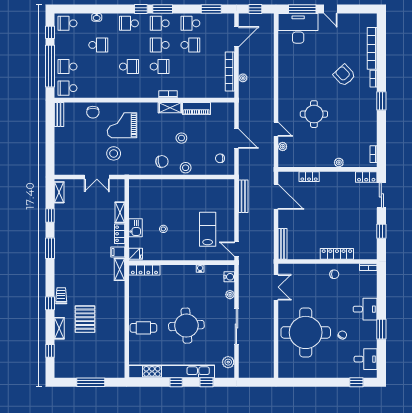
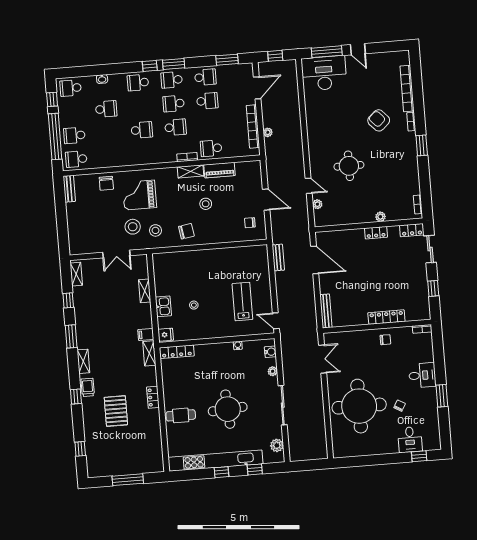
school desk: (190, 23) -> (205, 77), turned 180
school desk: (190, 88) -> (211, 148), added
stool: (186, 168) -> (156, 230), moved
locker: (309, 177) -> (376, 233), moved
bench: (243, 196) -> (278, 257), width x0.73
locker: (120, 234) -> (153, 397), moved
shelving: (59, 328) -> (83, 361), moved
desk: (366, 359) -> (410, 440), moved, turned 90

